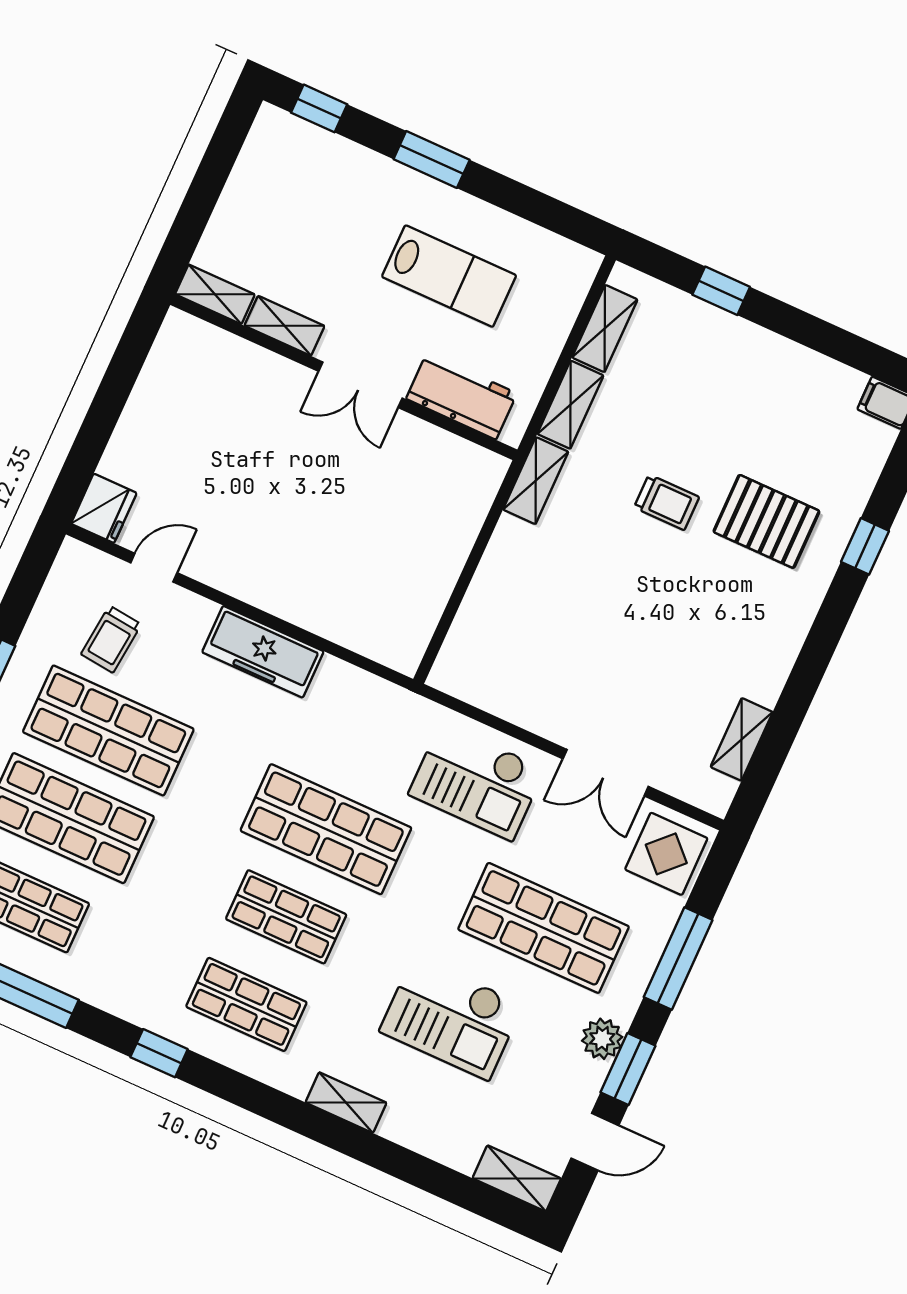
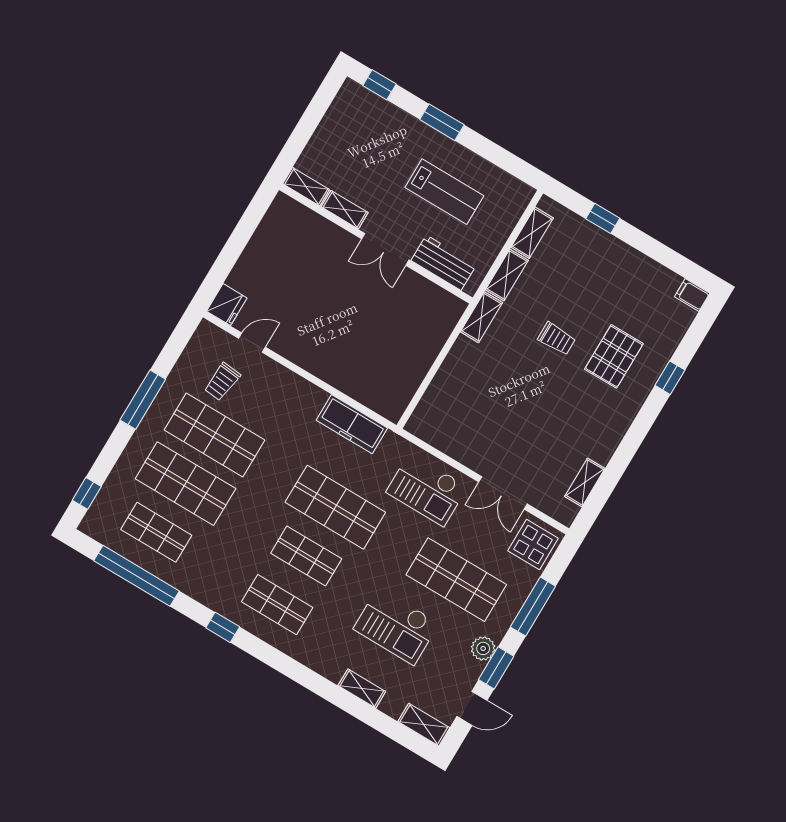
pallet: (766, 521) -> (614, 356), turned 90
freezer: (263, 652) -> (352, 424), moved
shelving: (346, 1103) -> (362, 689), moved

